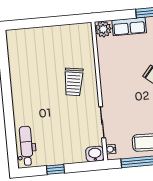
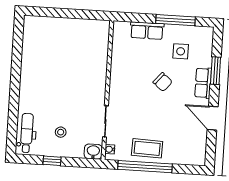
plant: (103, 29) -> (121, 29), removed
trolley: (74, 82) -> (83, 77), removed
stool: (60, 140) -> (61, 132), added

